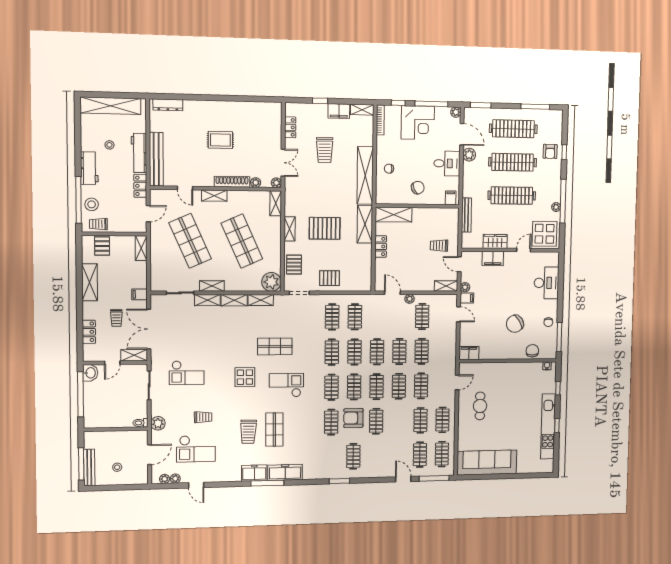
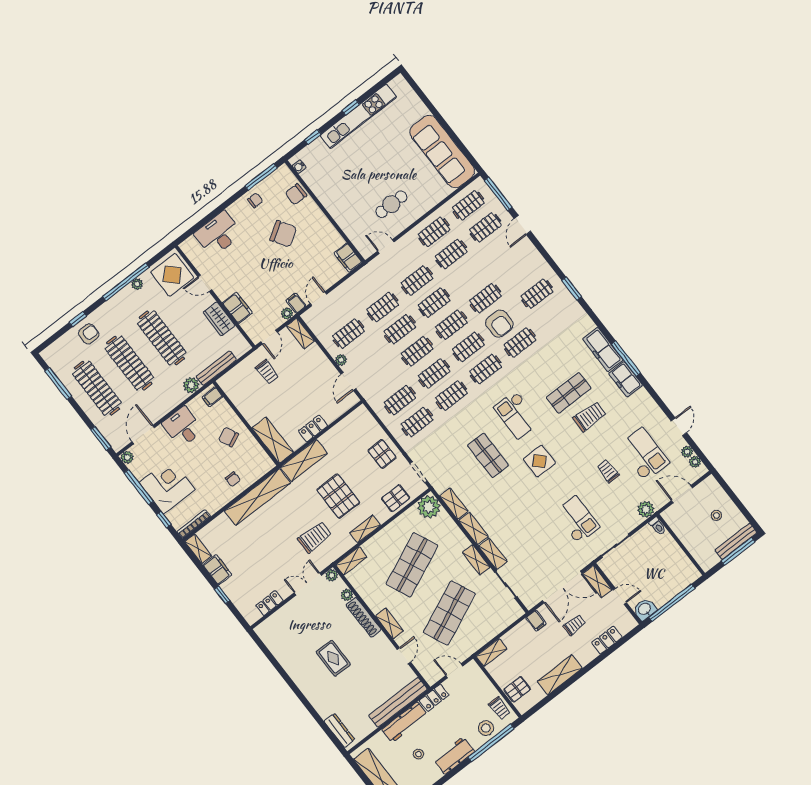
trolley: (325, 150) -> (315, 537), moved
plant: (469, 155) -> (191, 385), moved

